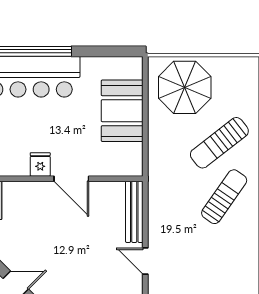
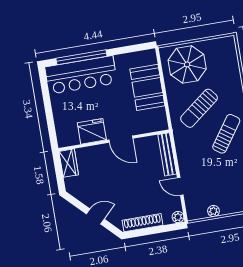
sun lounger: (219, 143) -> (199, 108), moved
fridge: (40, 164) -> (92, 131), width x1.88, depth x1.34

